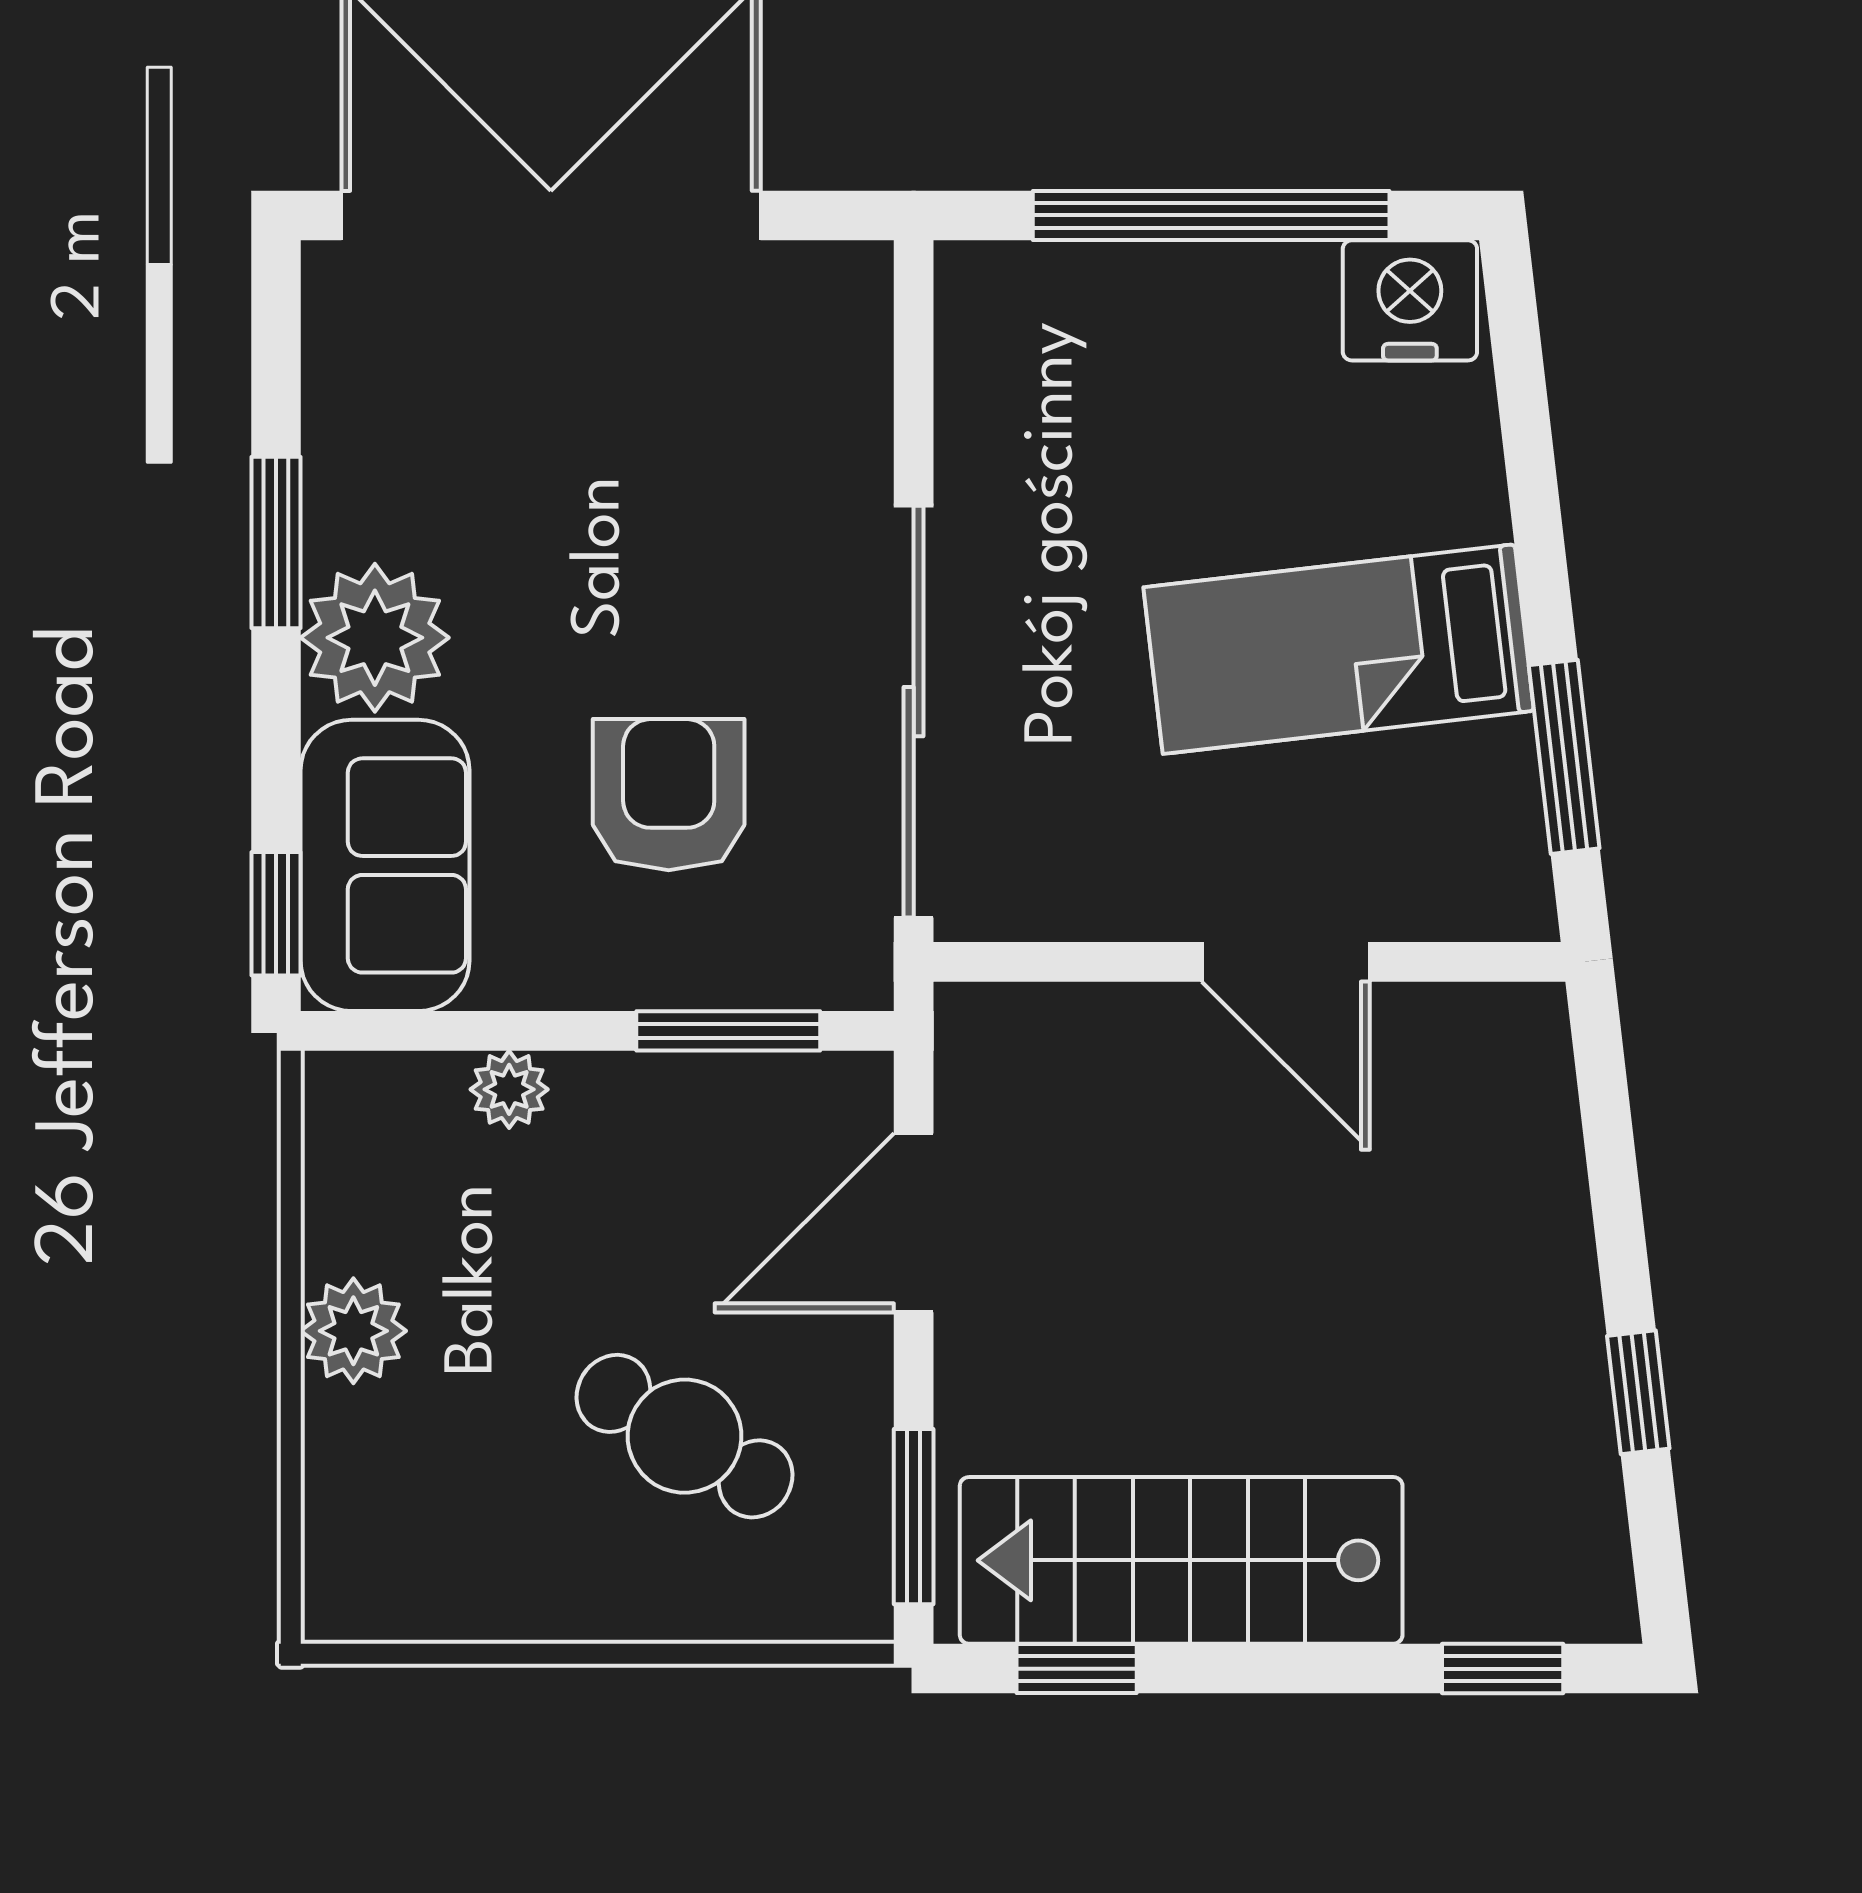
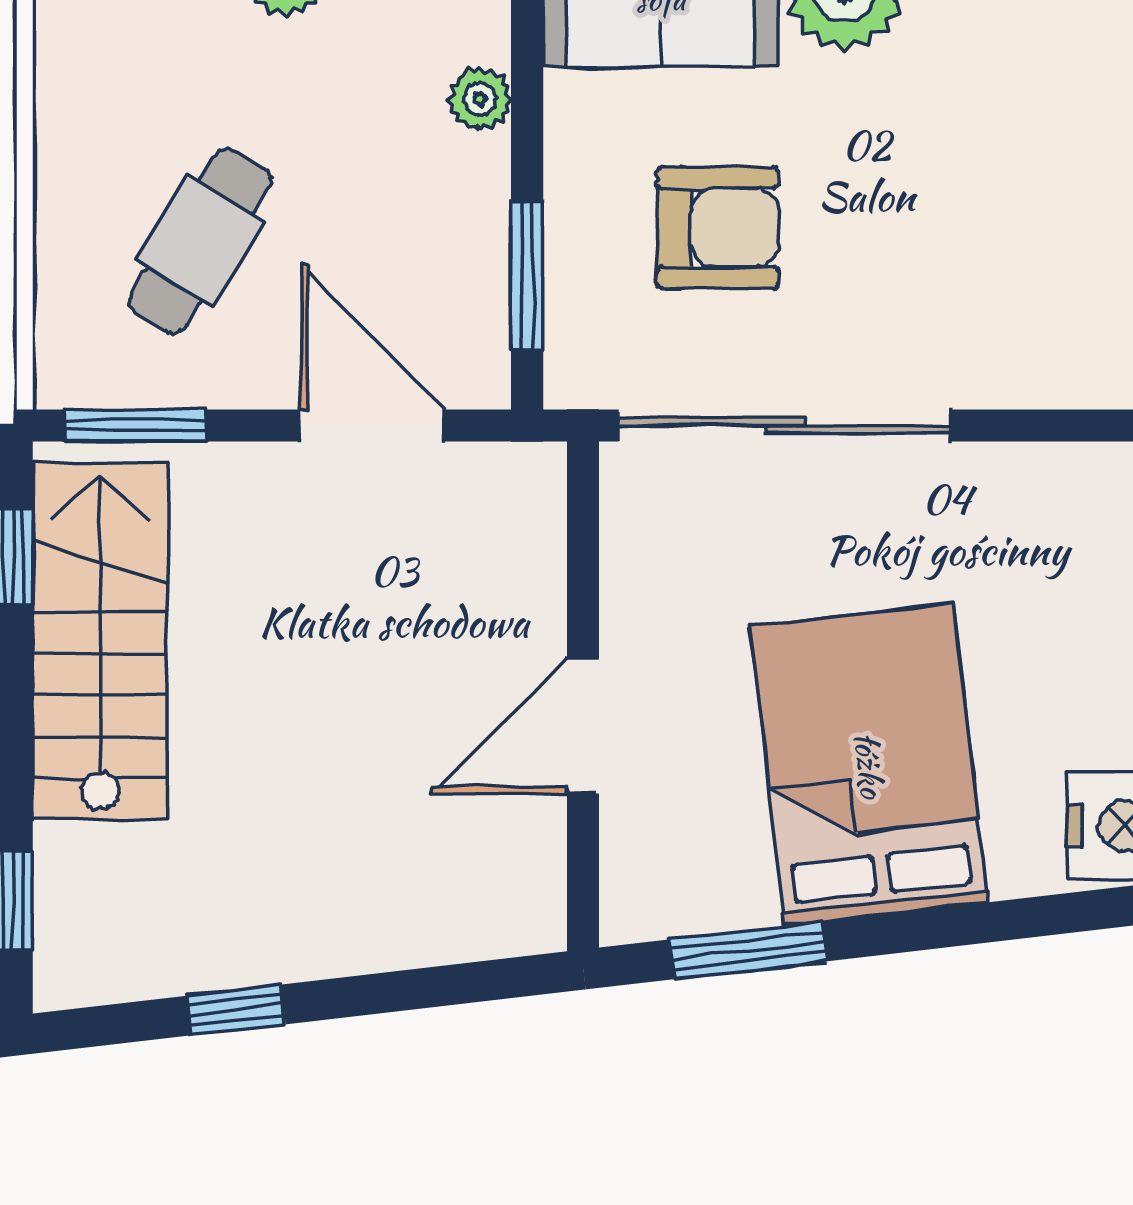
bed: (1339, 649) -> (869, 765), width x1.50

